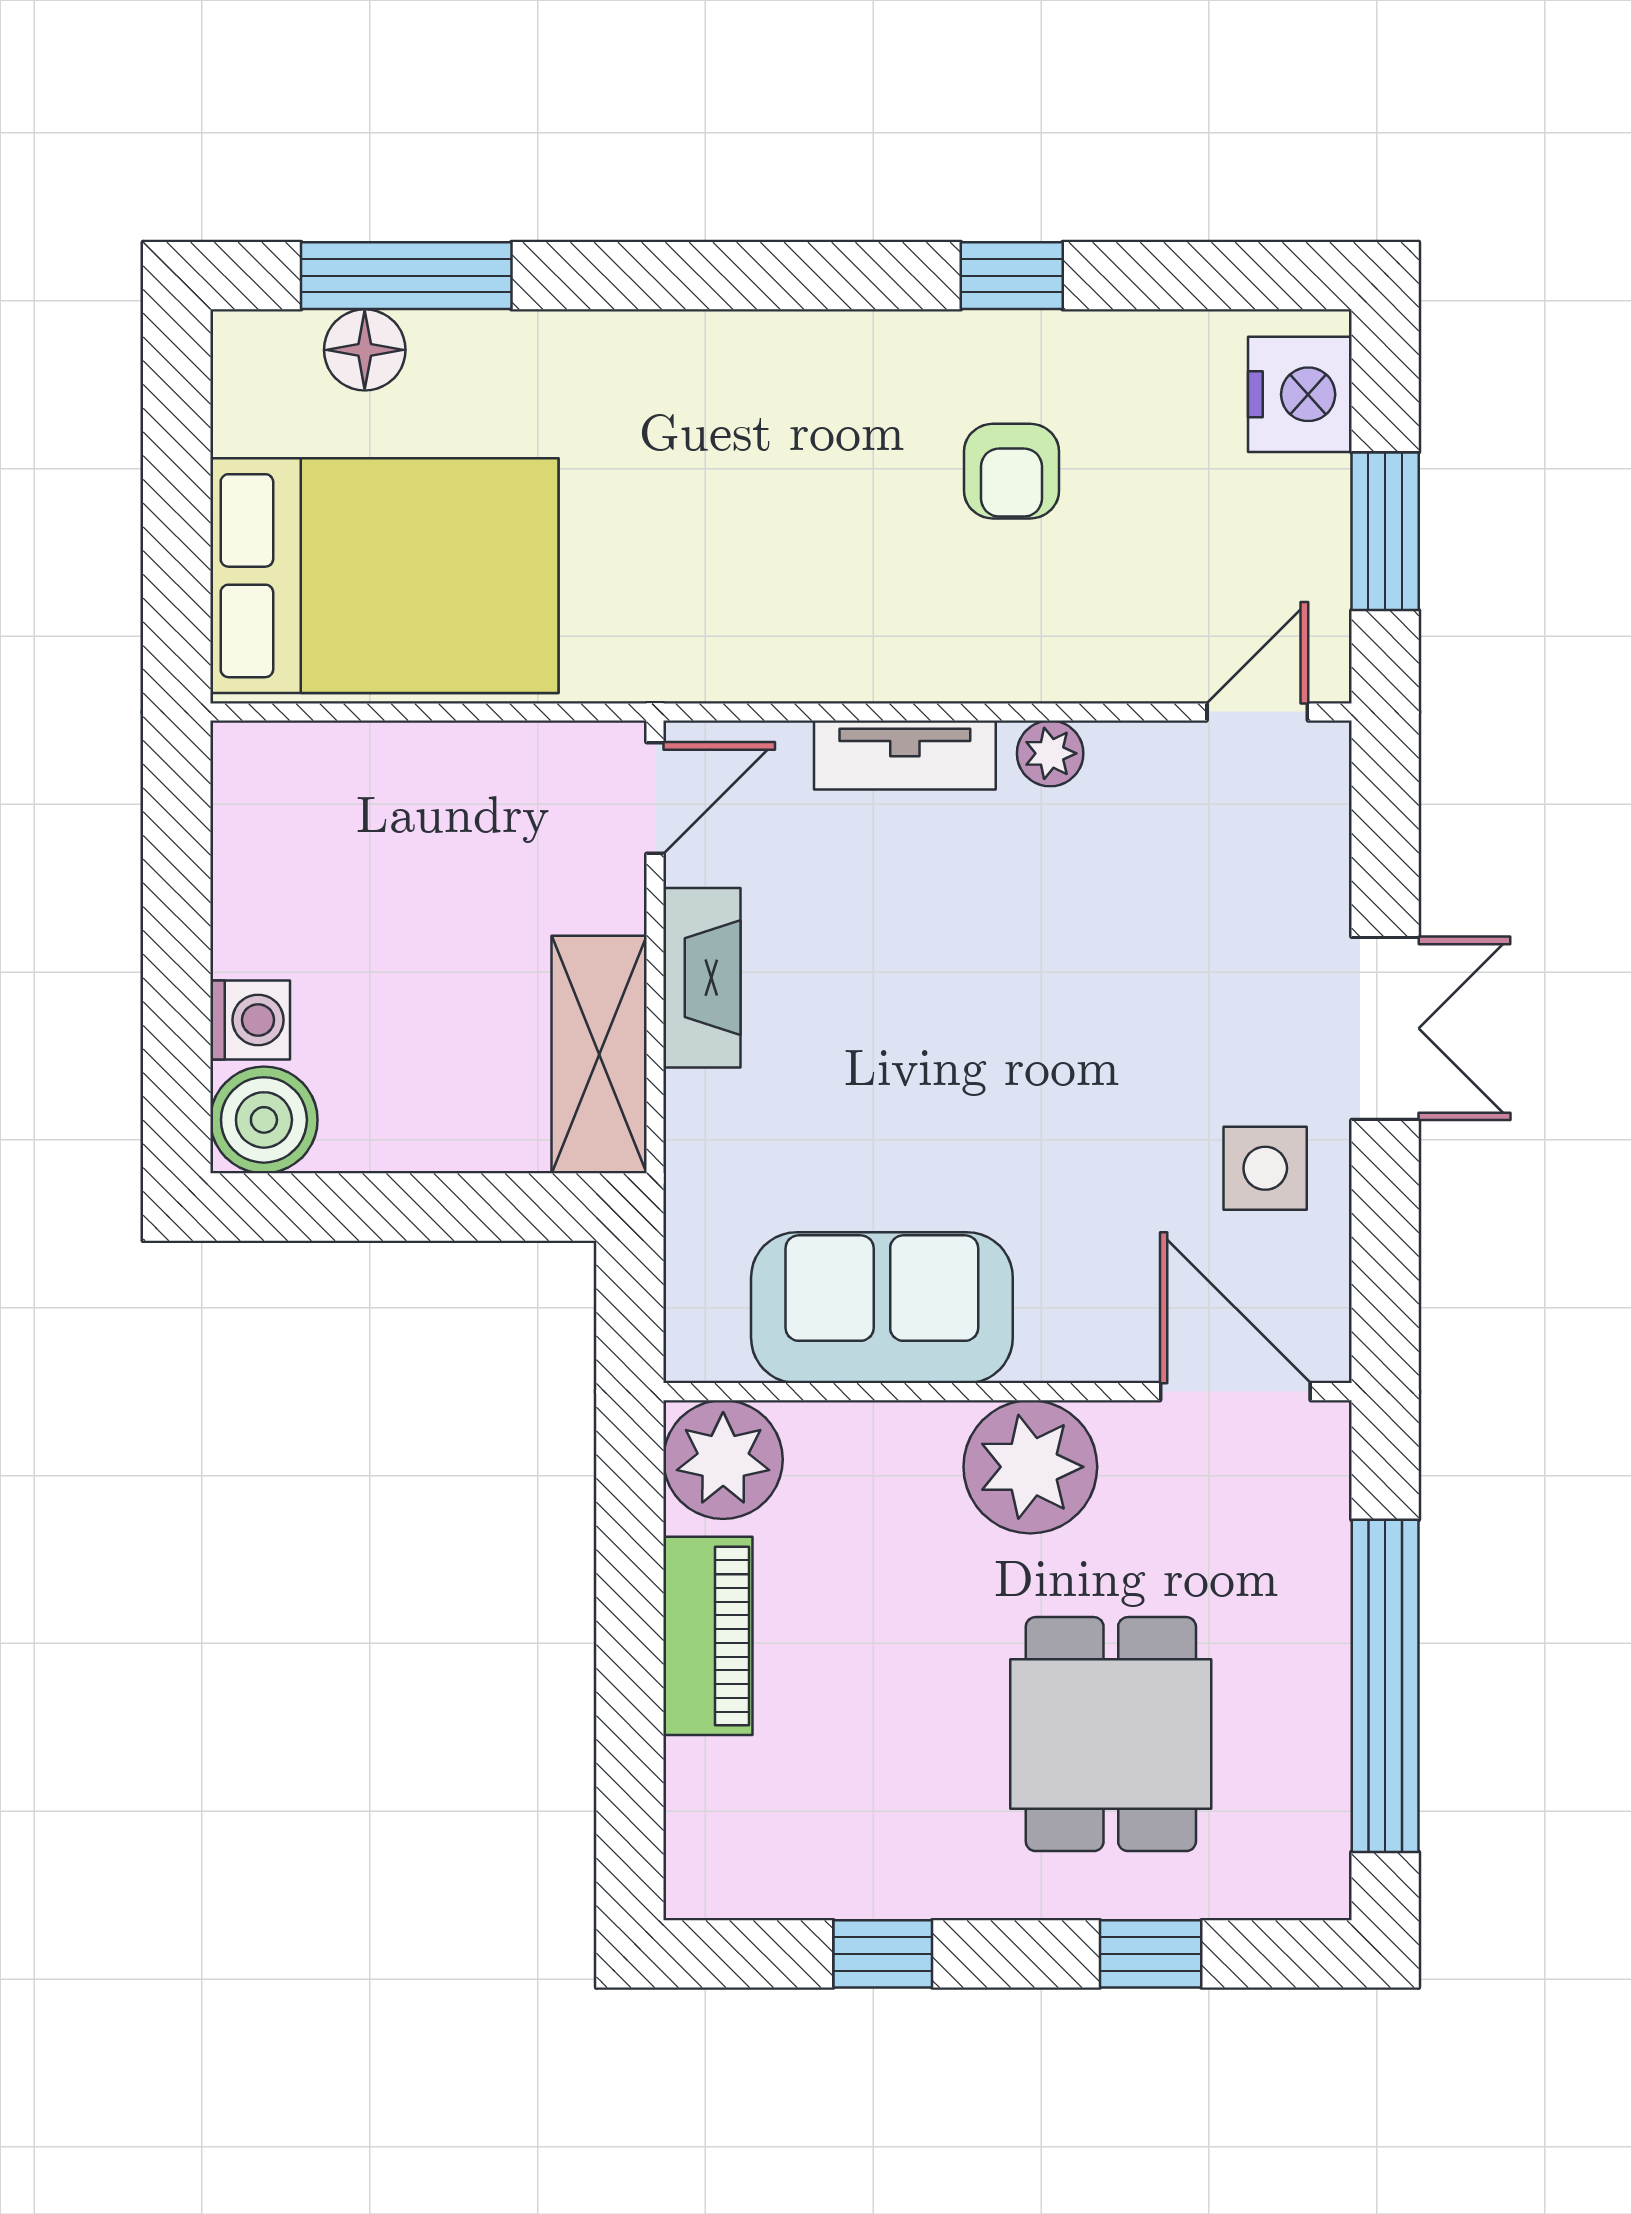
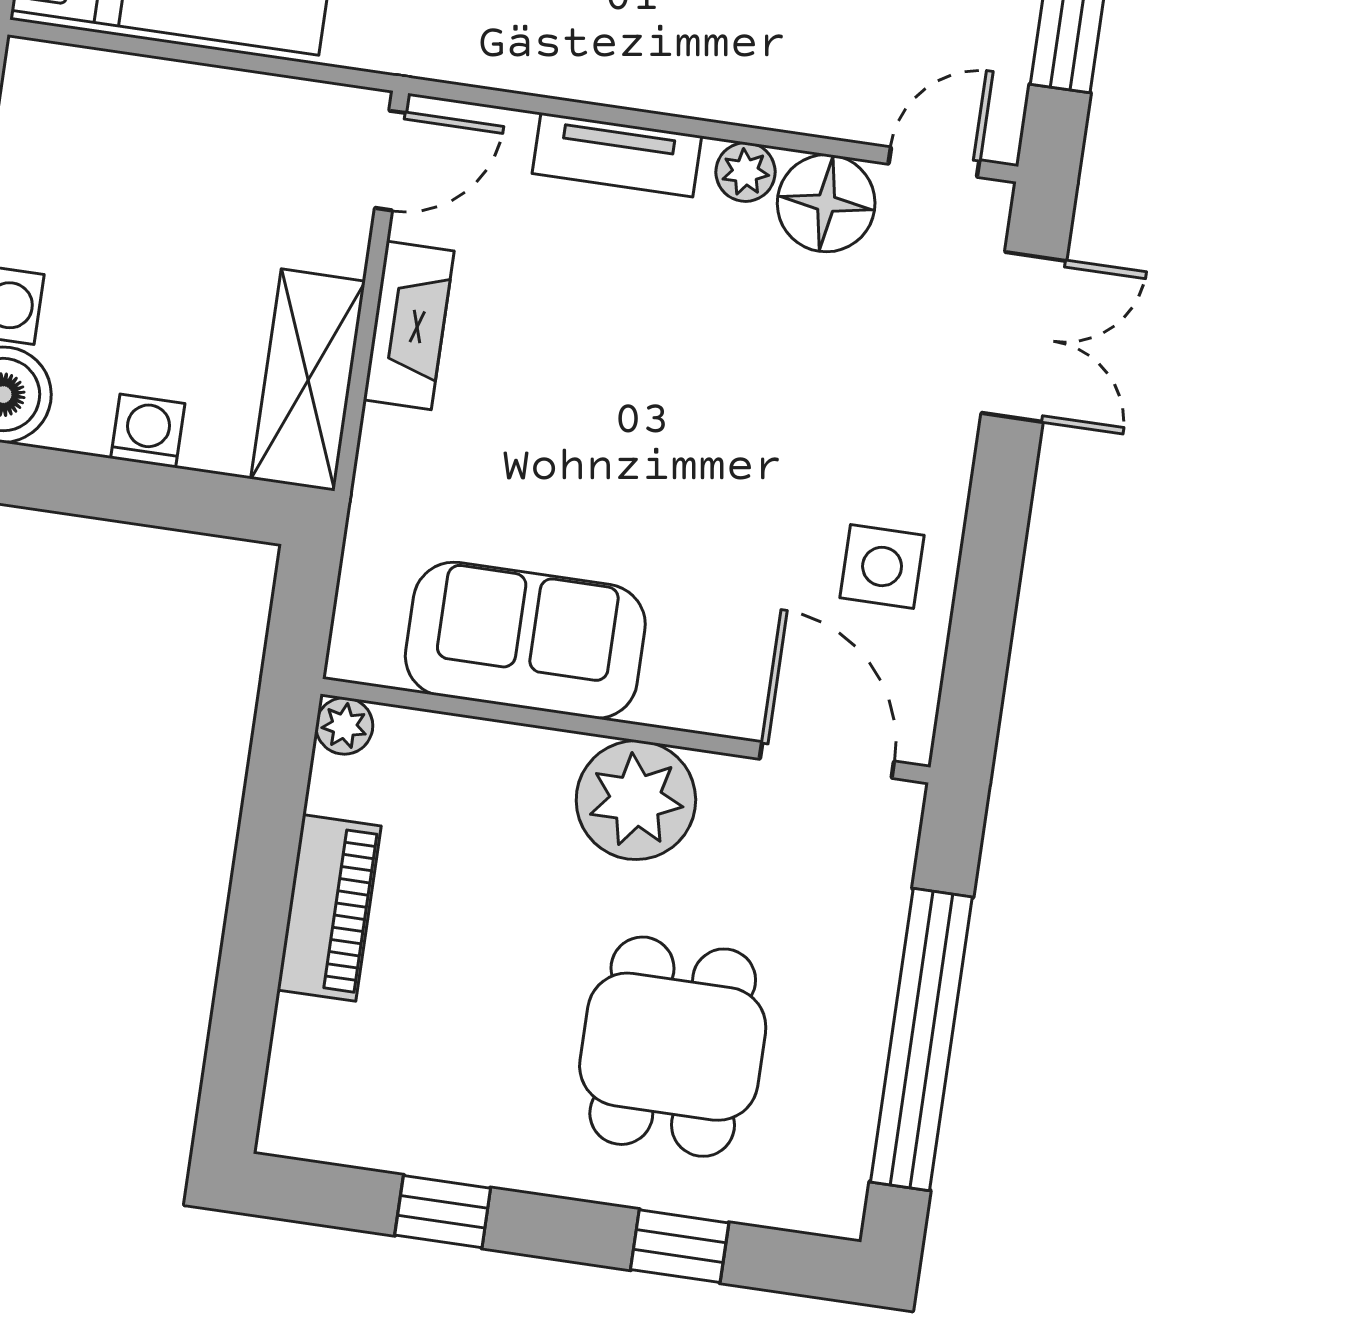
floor lamp: (1144, 775) -> (826, 203), added
double door: (1385, 1028) -> (1024, 337), moved
washing machine: (430, 1137) -> (148, 431), added
plant: (723, 1460) -> (344, 726), width x0.53, depth x0.53

